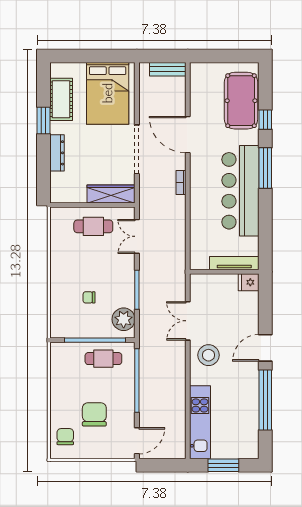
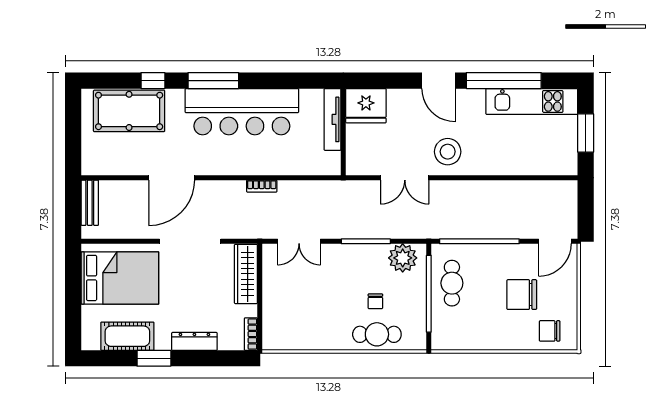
bookcase: (181, 182) -> (262, 186), moved
bookcase: (63, 198) -> (251, 334), added
cafe table: (93, 226) -> (377, 334), moved, turned 90
fridge: (249, 282) -> (366, 106), width x1.88, depth x1.34
kitchen unit: (200, 422) -> (532, 101), moved, turned 180
door: (137, 441) -> (555, 241), swing flipped

